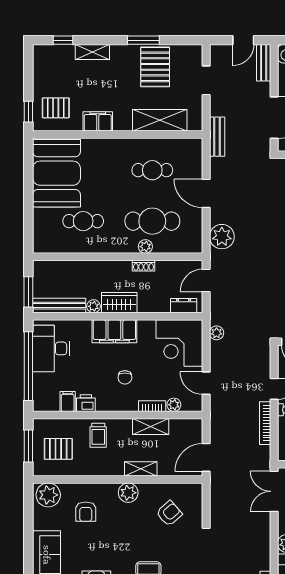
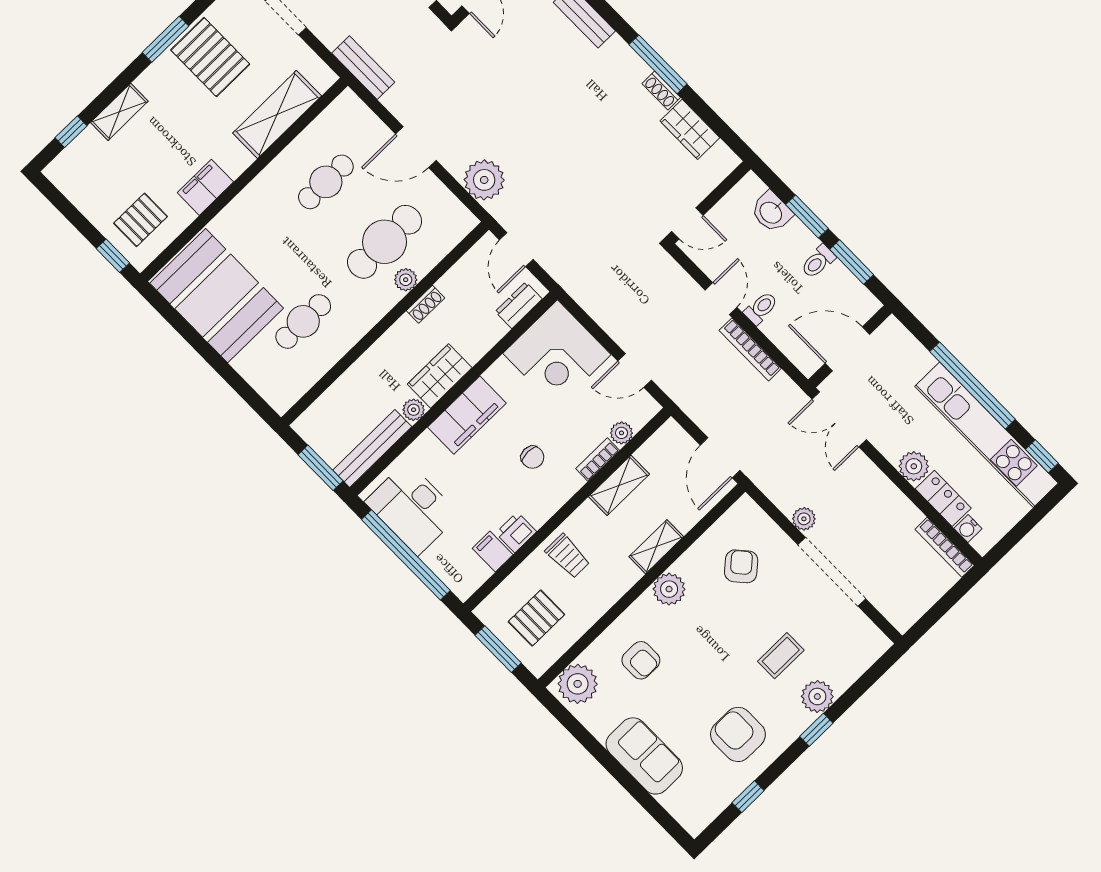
plant: (217, 333) -> (804, 519), moved

